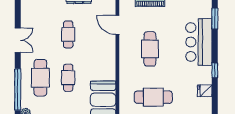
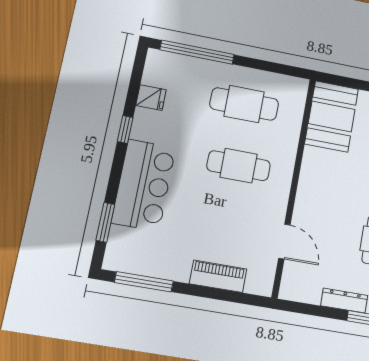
cafe table: (150, 49) -> (239, 166), moved, turned 90

